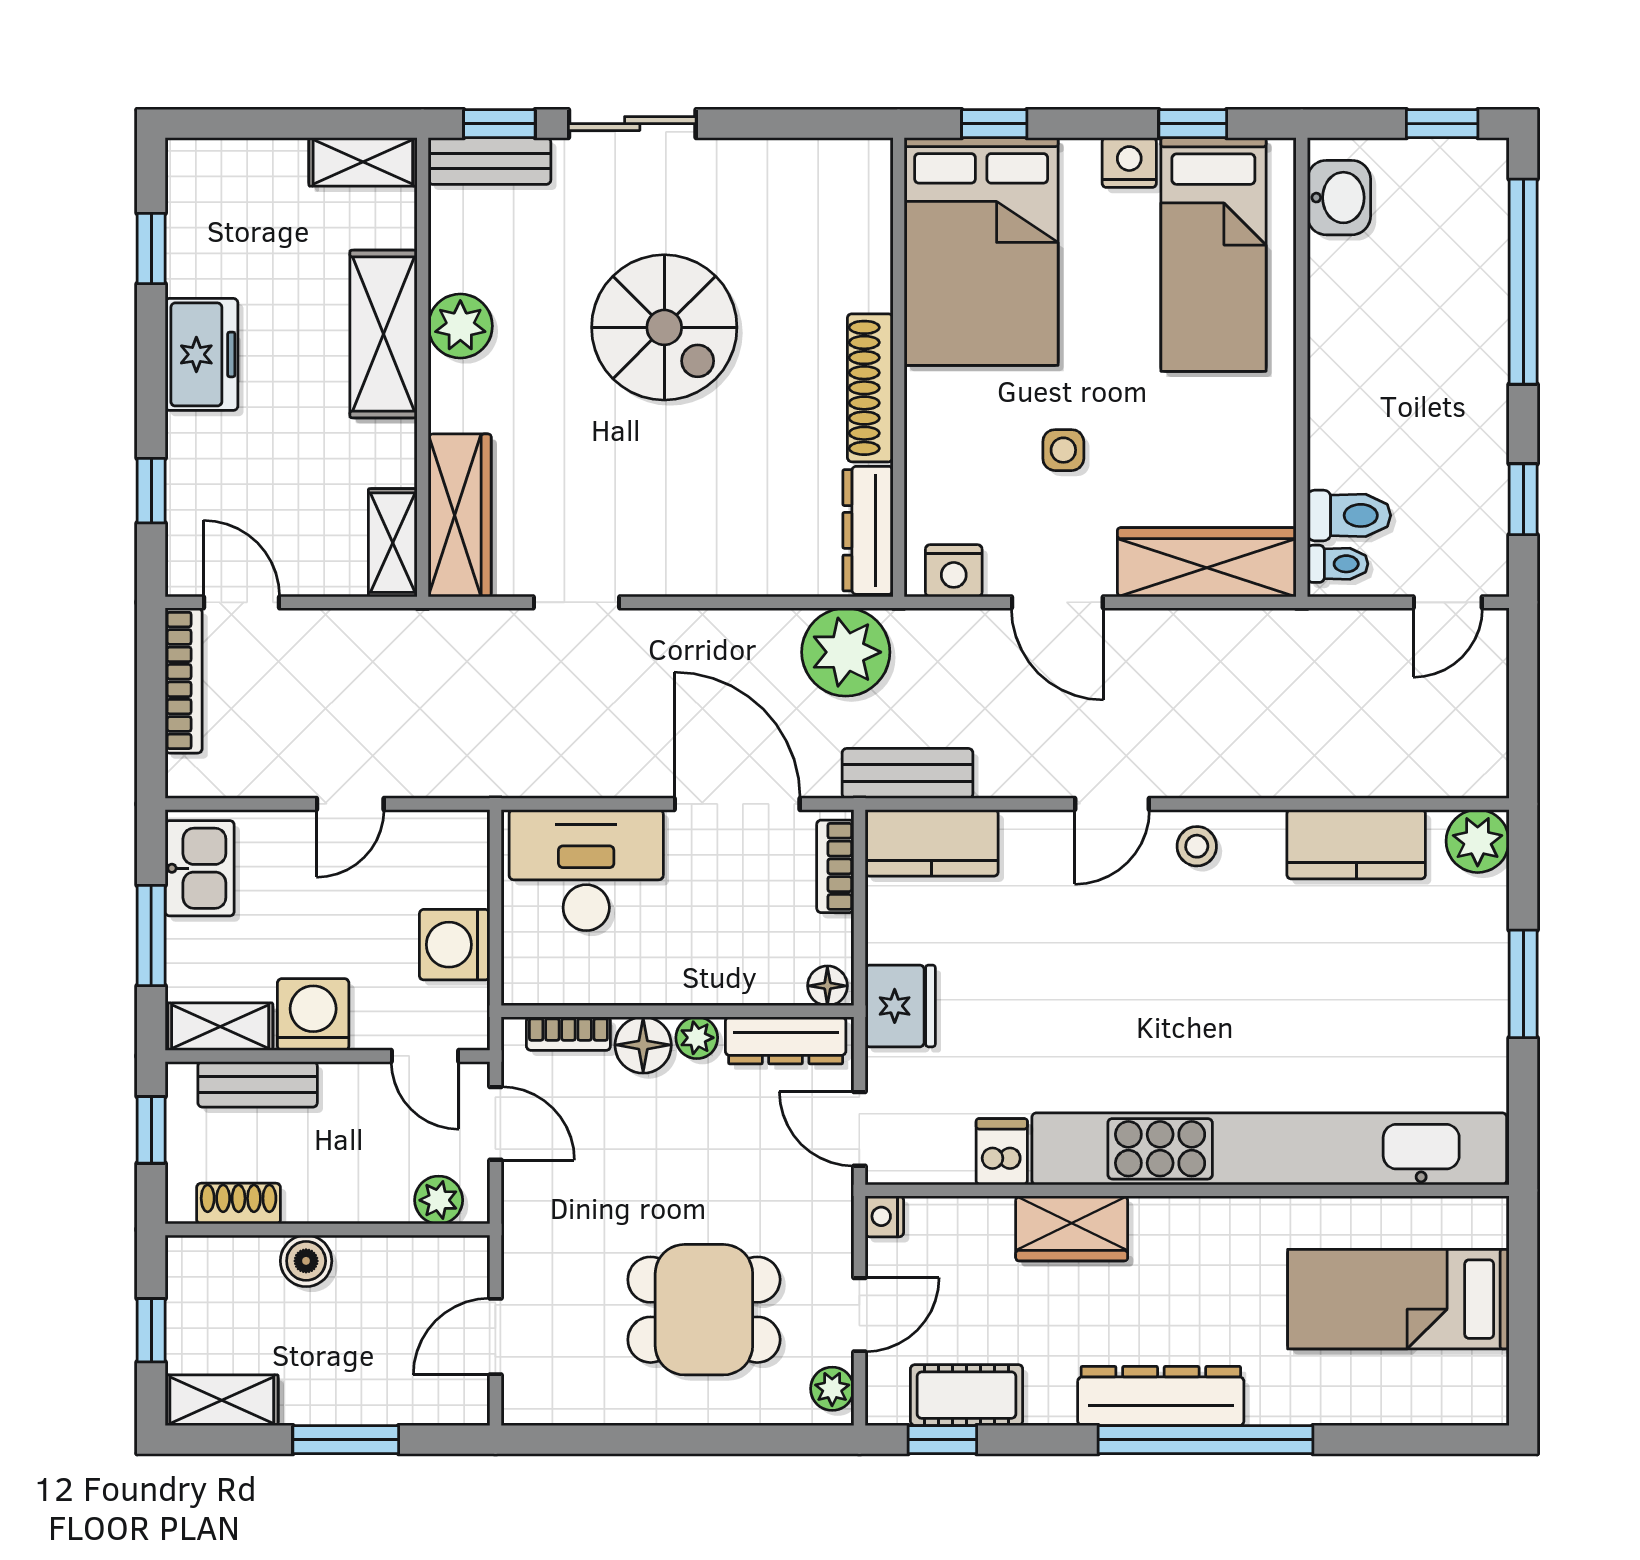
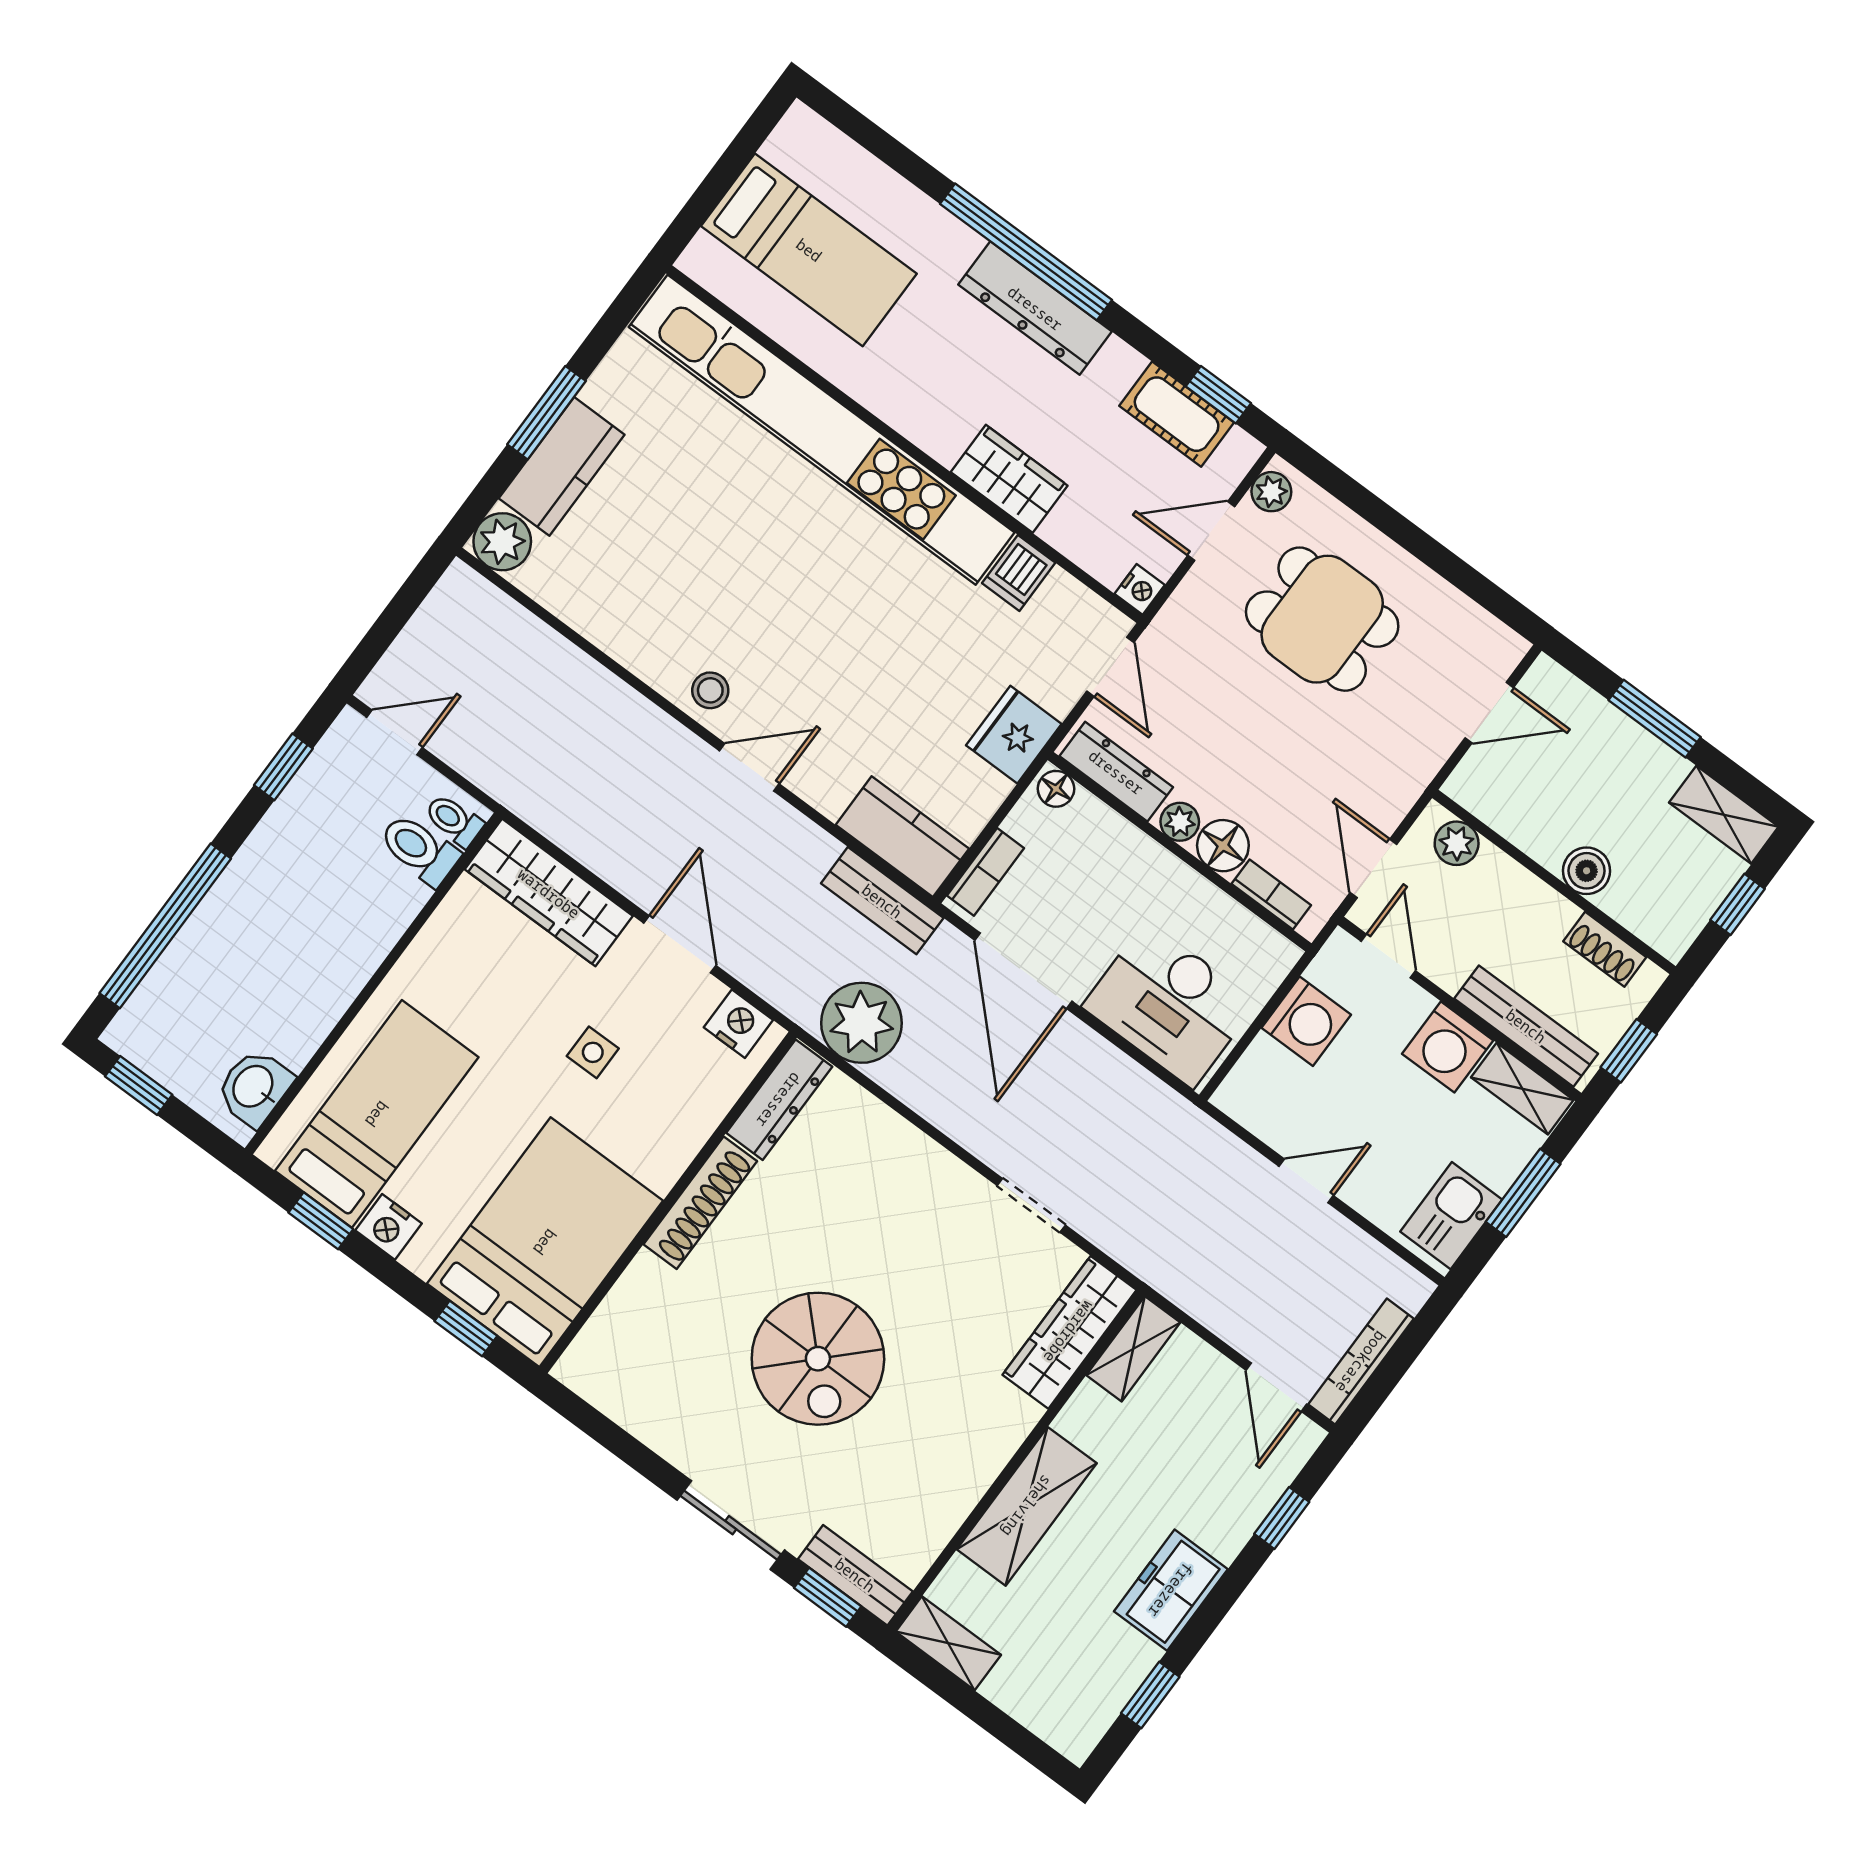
plant: (460, 326) -> (966, 1470), removed
spiral stairs: (664, 327) -> (818, 1359), turned 180
kitchen counter: (1356, 844) -> (562, 466), moved, turned 90
bench: (258, 1084) -> (1526, 1026), width x1.36

